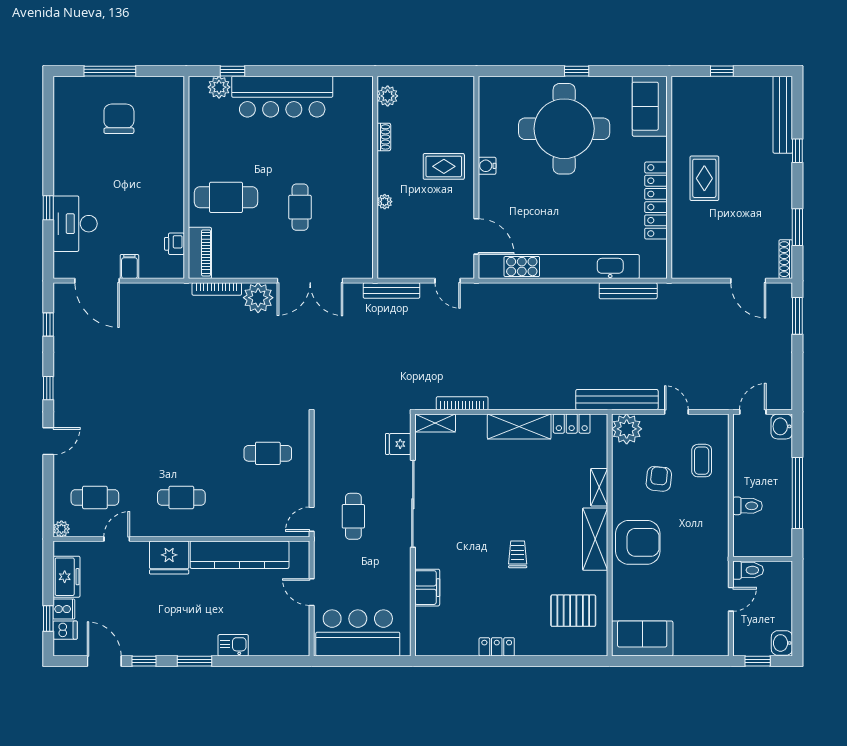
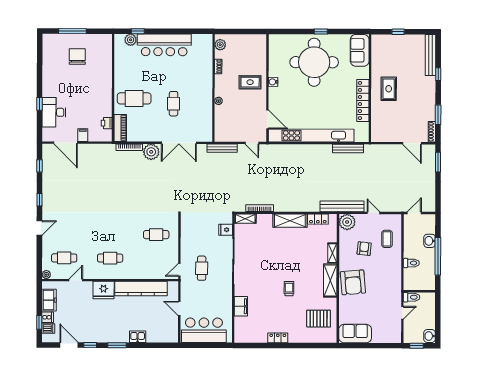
washbasin: (782, 426) -> (430, 241), moved
armchair: (638, 542) -> (353, 282), turned 85

